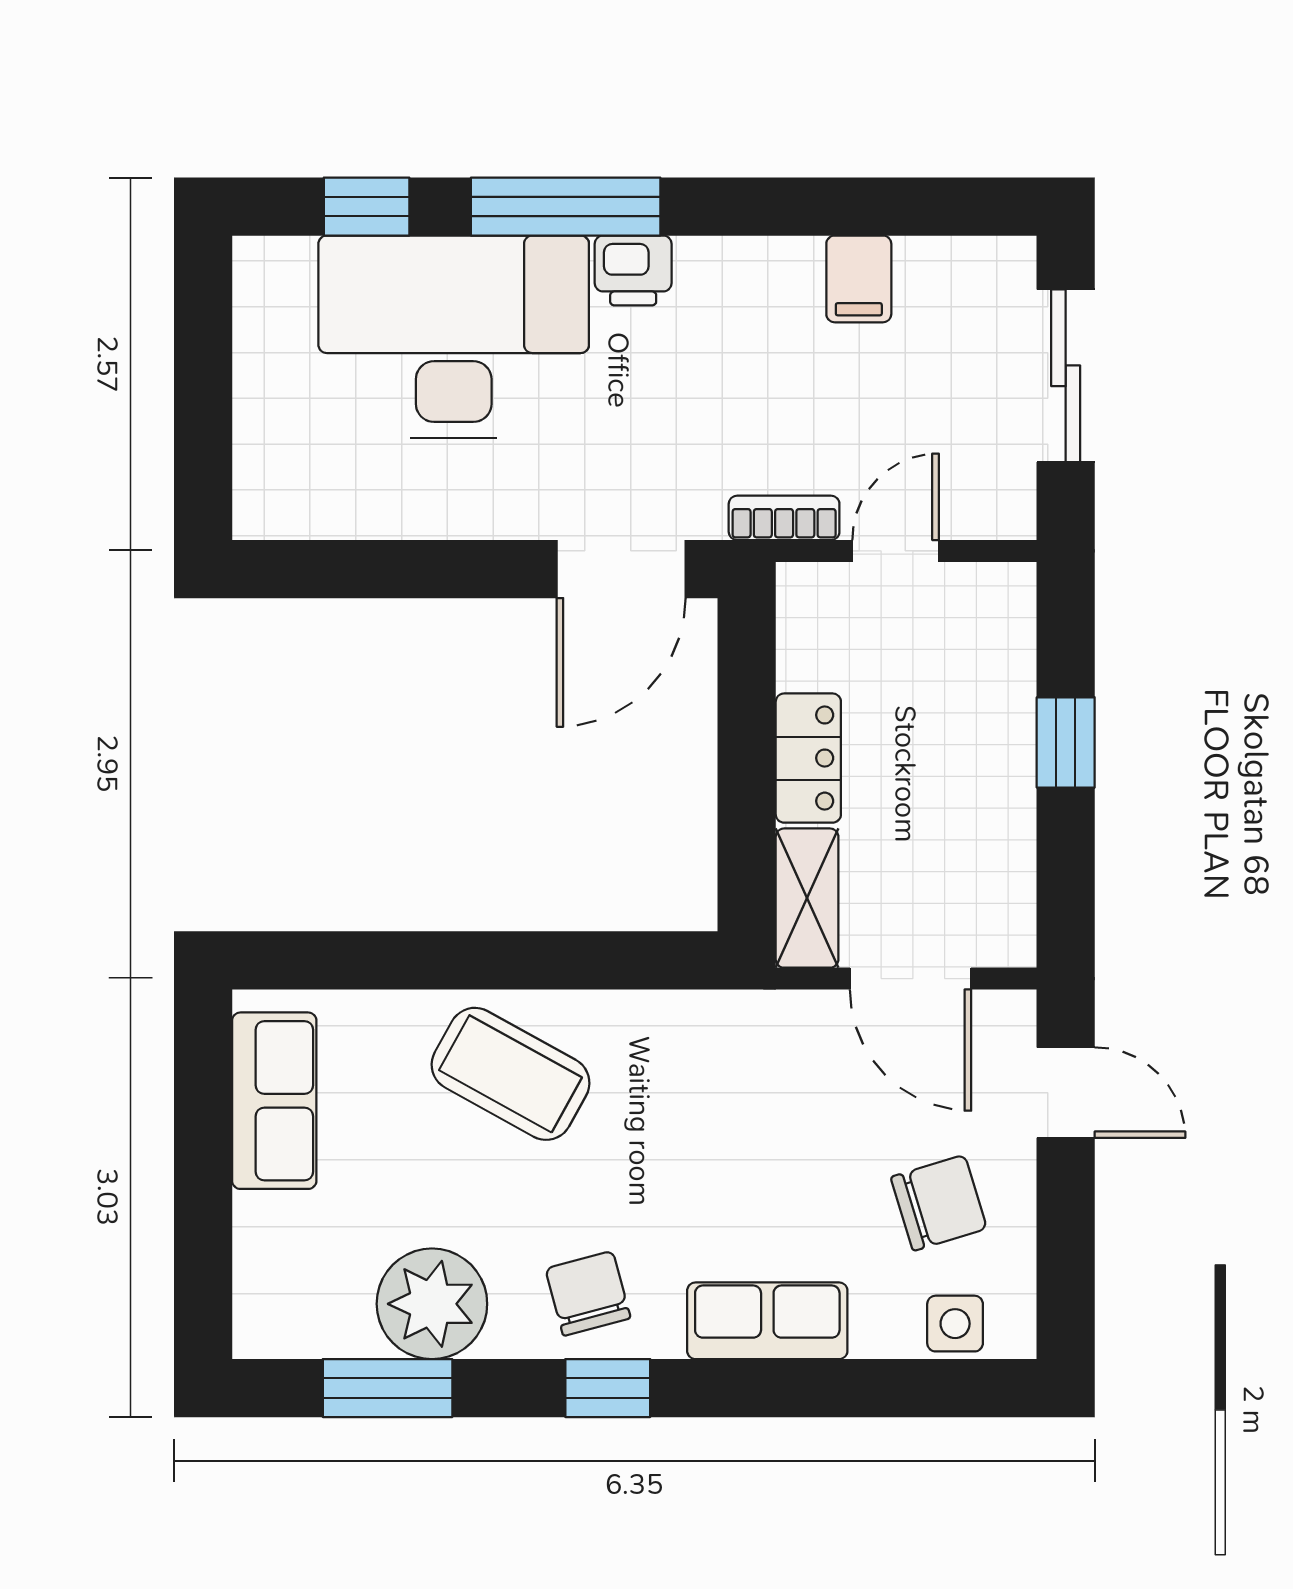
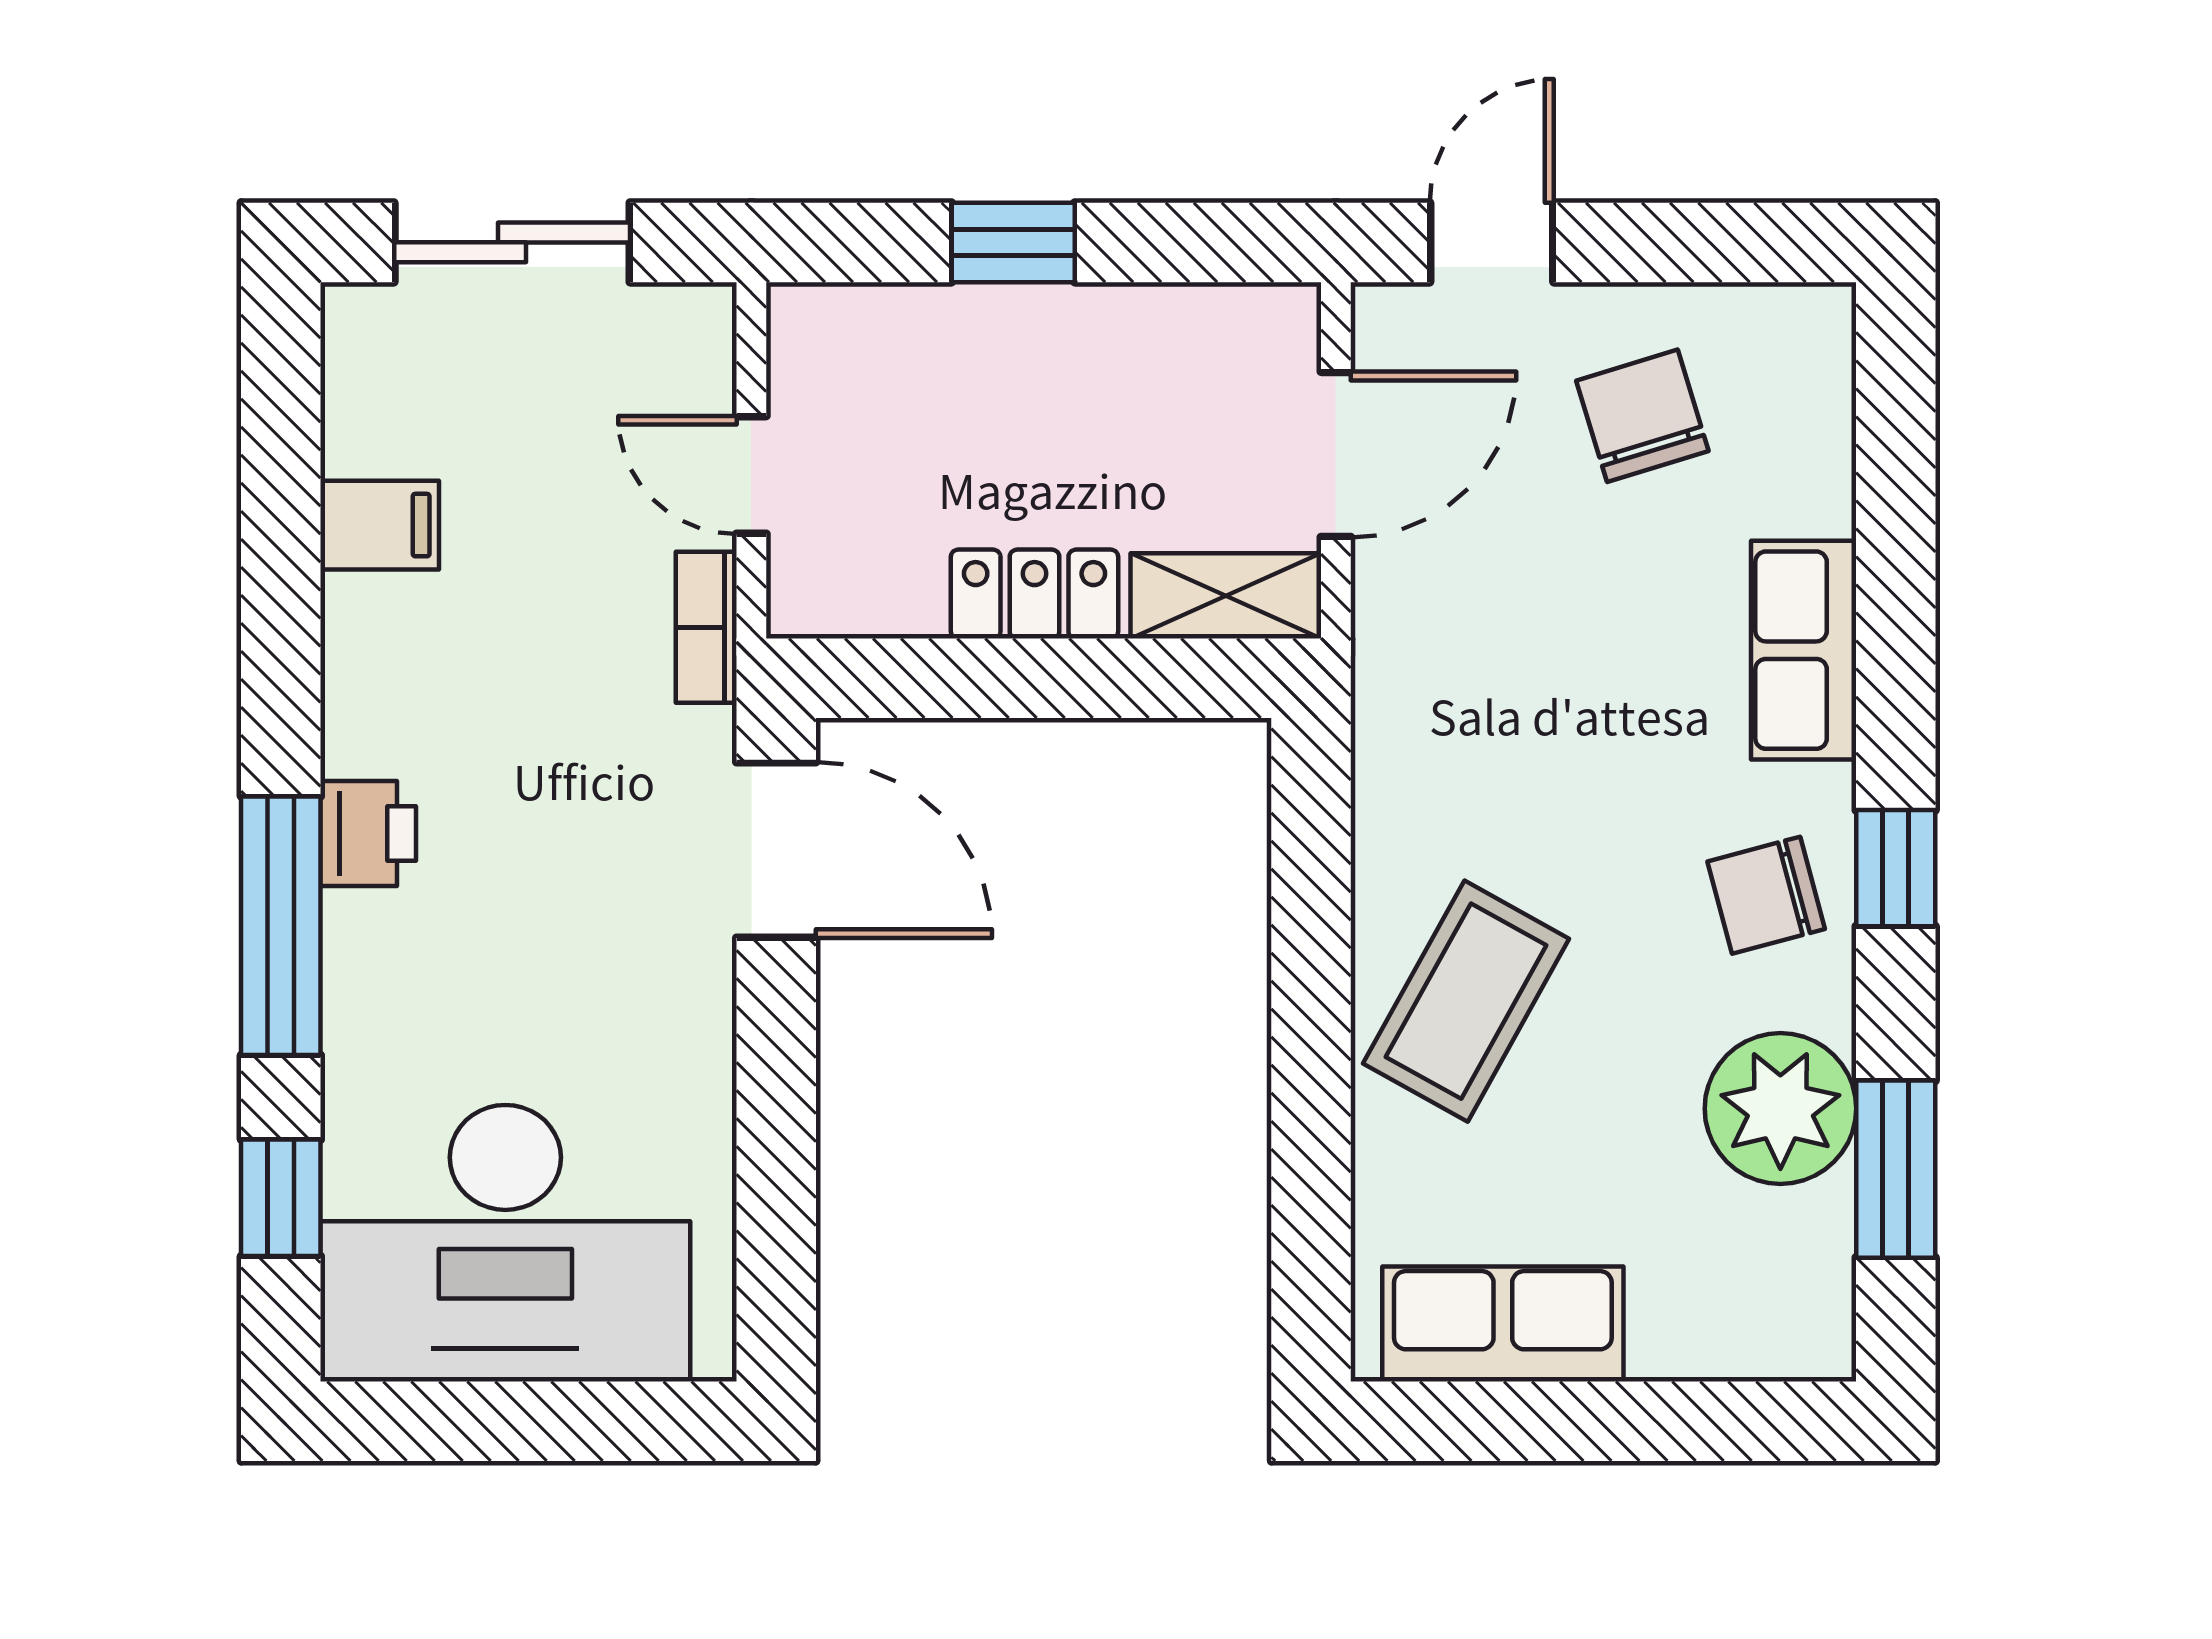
desk: (454, 337) -> (505, 1243), moved, turned -90
side table: (955, 1324) -> (1807, 394), removed

